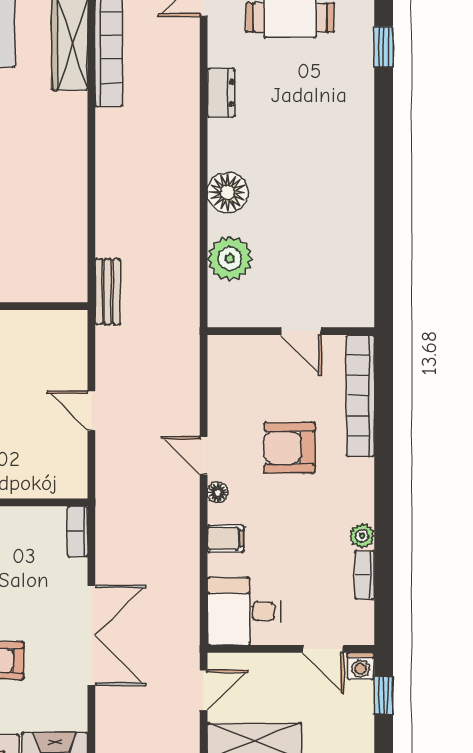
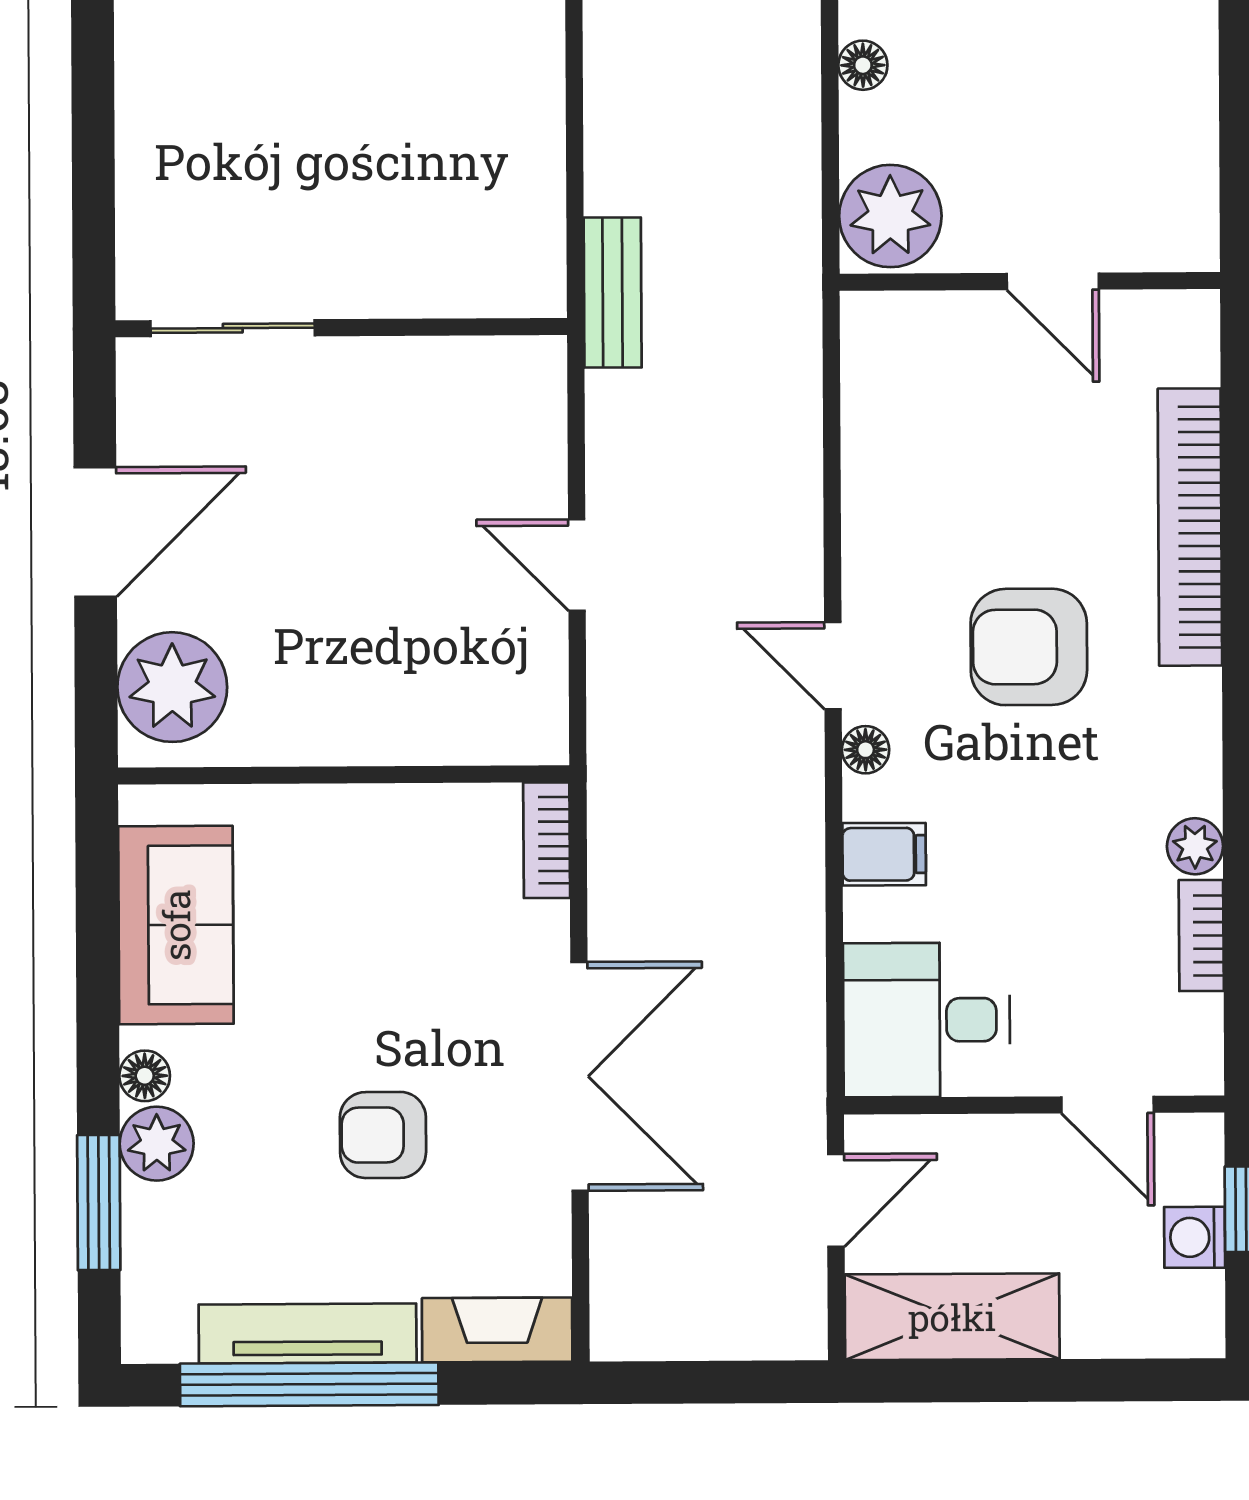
floor lamp: (228, 192) -> (863, 65), width x0.53, depth x0.53
wall: (291, 331) -> (1030, 281), moved
door: (301, 331) -> (1053, 281), moved
washing machine: (361, 666) -> (1195, 1237), moved, turned 90

